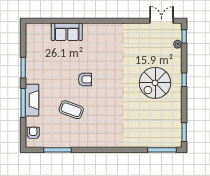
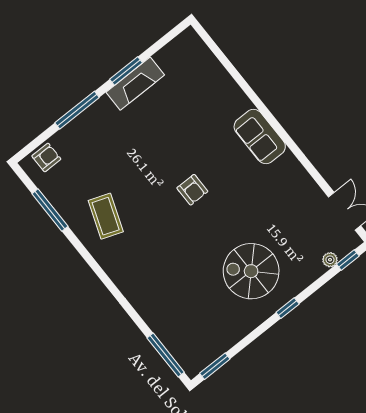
sofa: (67, 32) -> (260, 136), moved
armchair: (85, 79) -> (192, 190), moved
fireplace: (32, 100) -> (135, 84), moved
coffee table: (71, 110) -> (106, 216), moved

